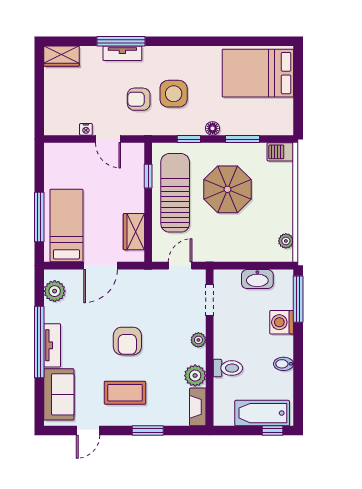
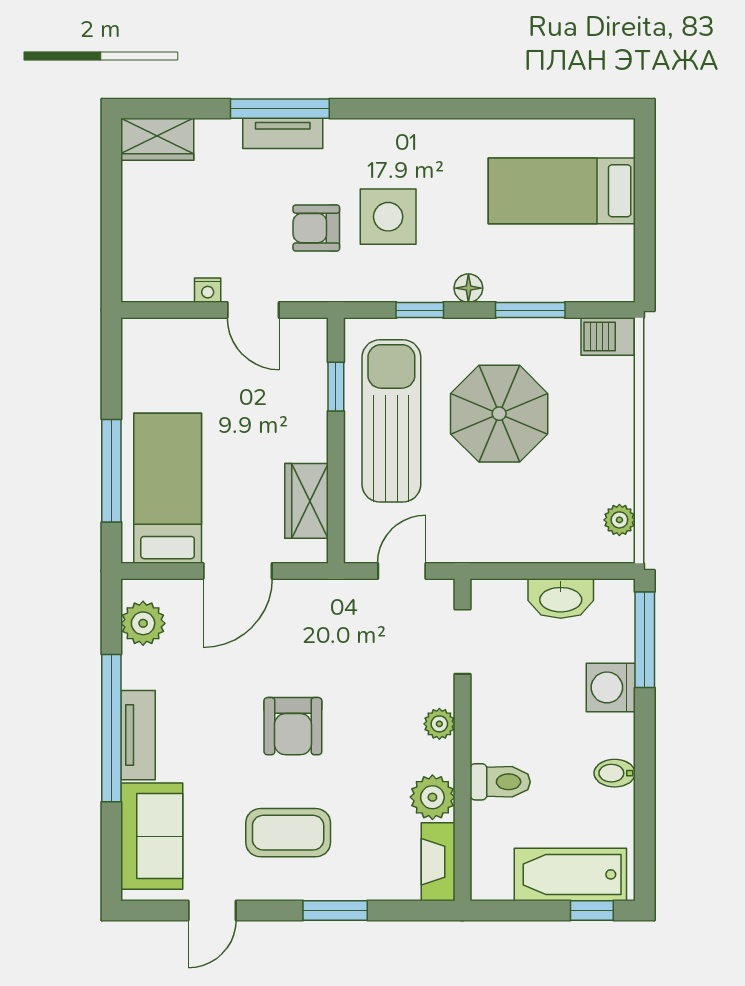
bed: (258, 73) -> (562, 191), width x0.67

